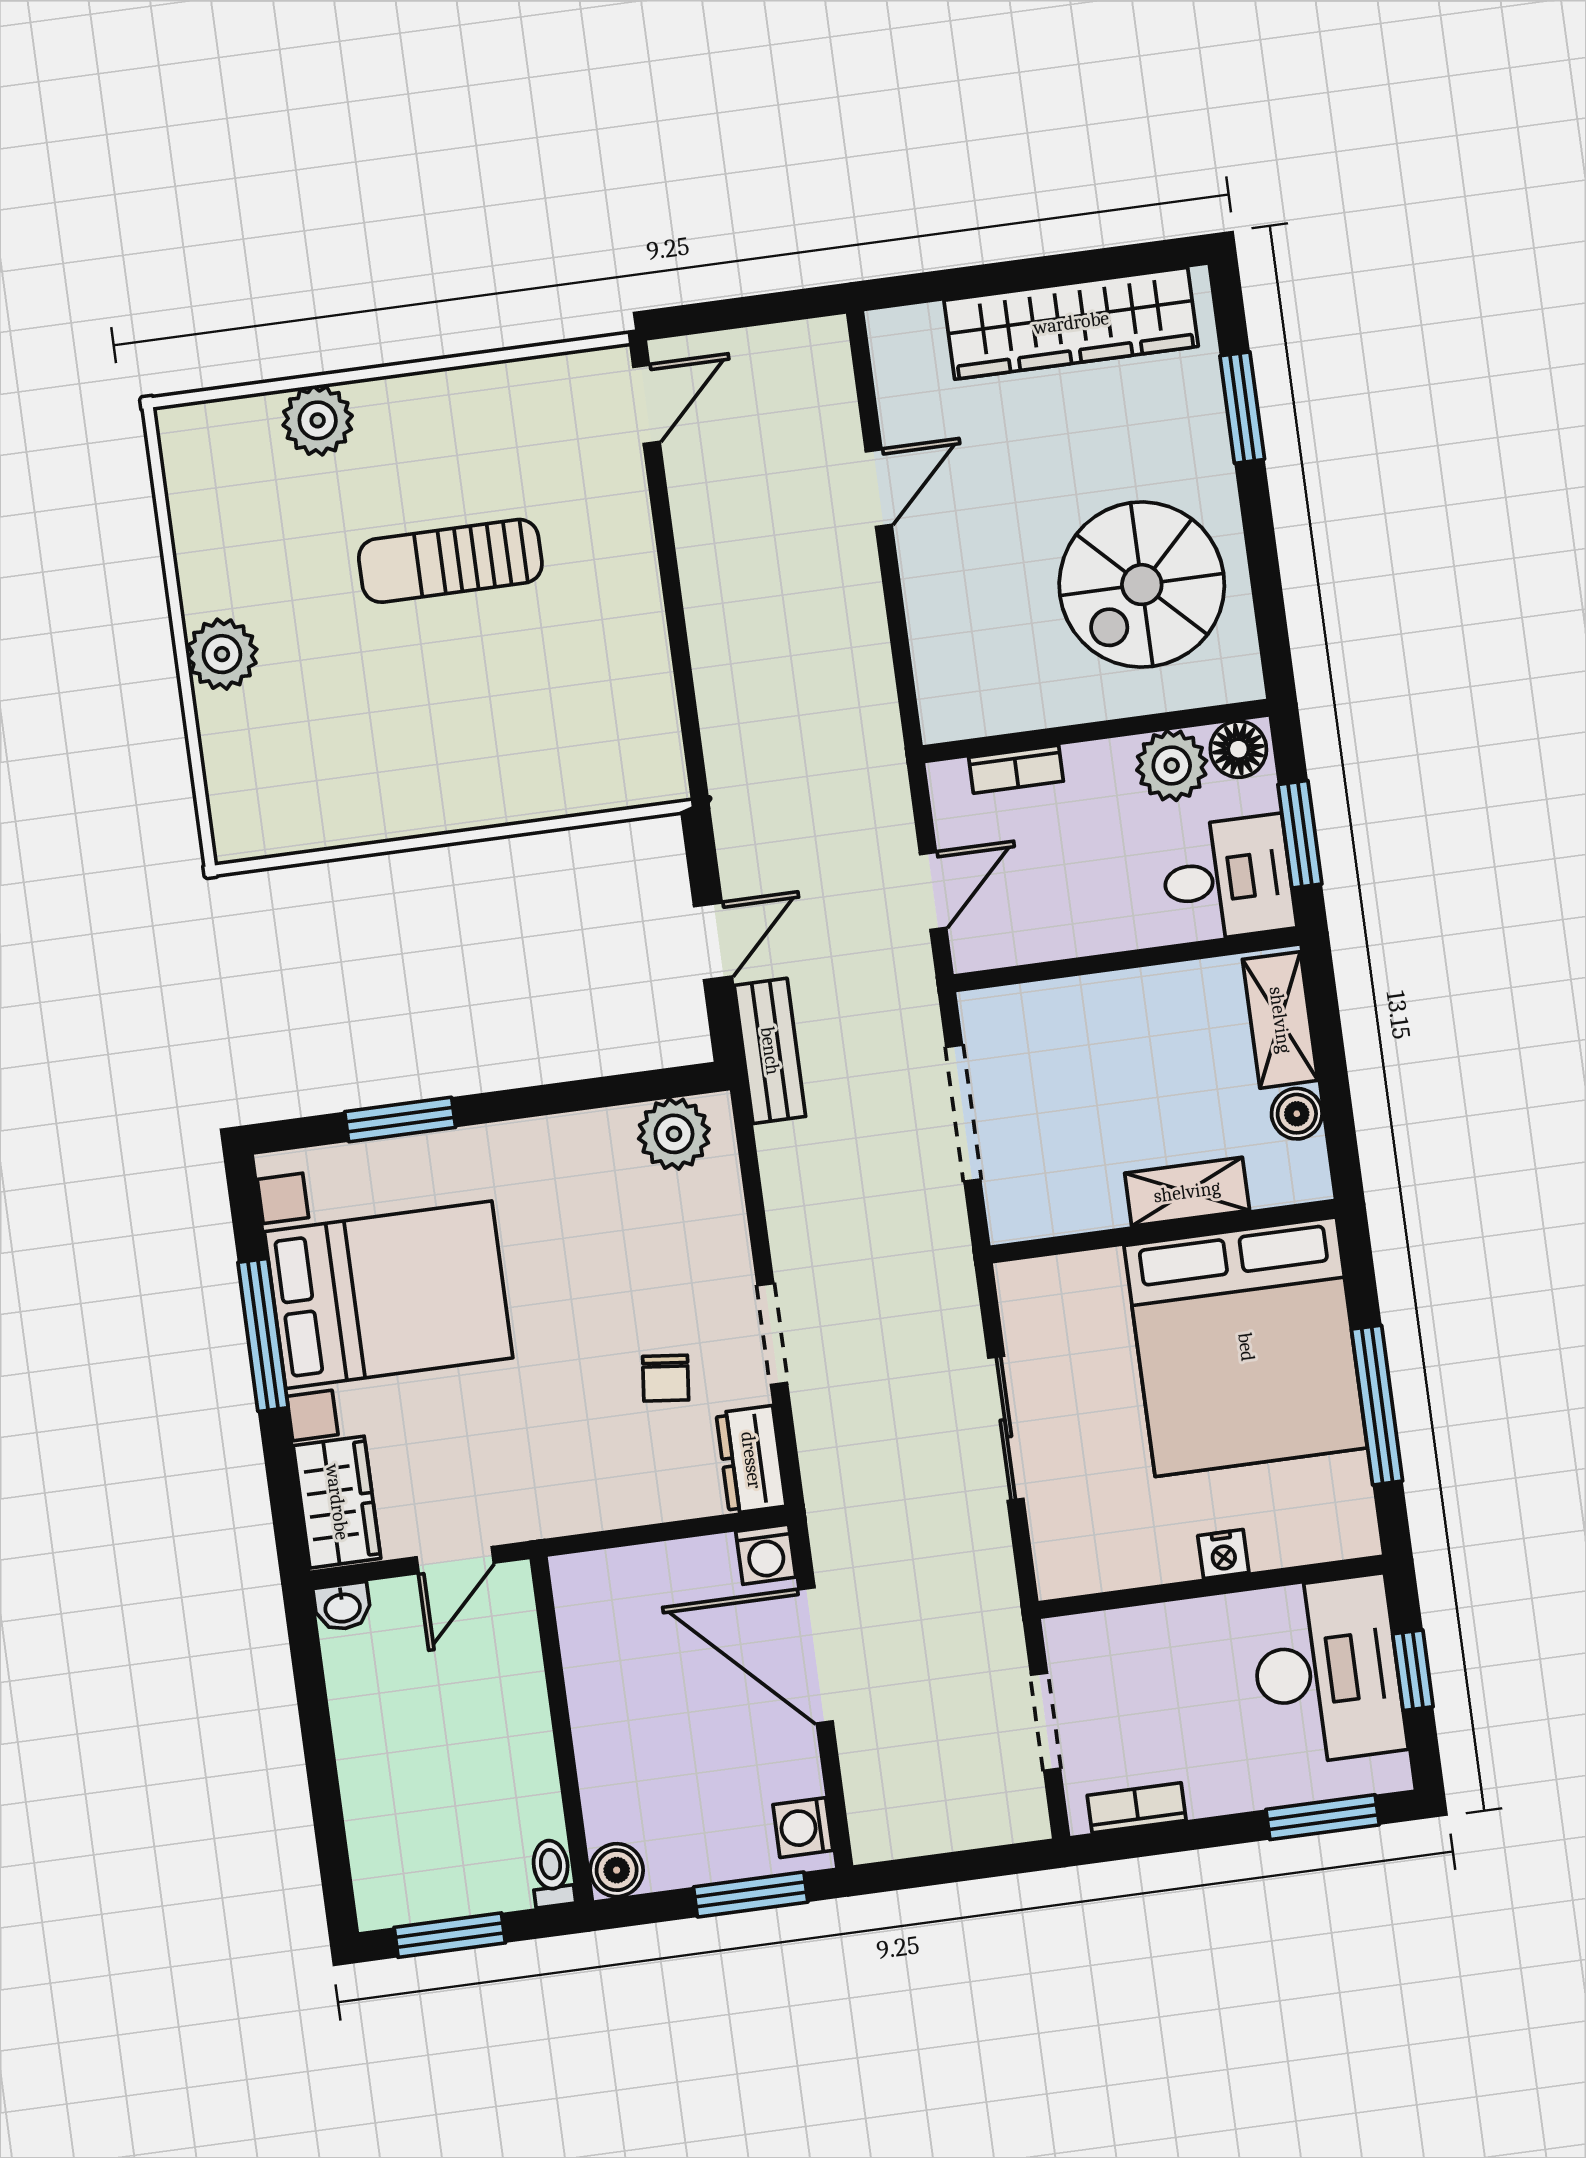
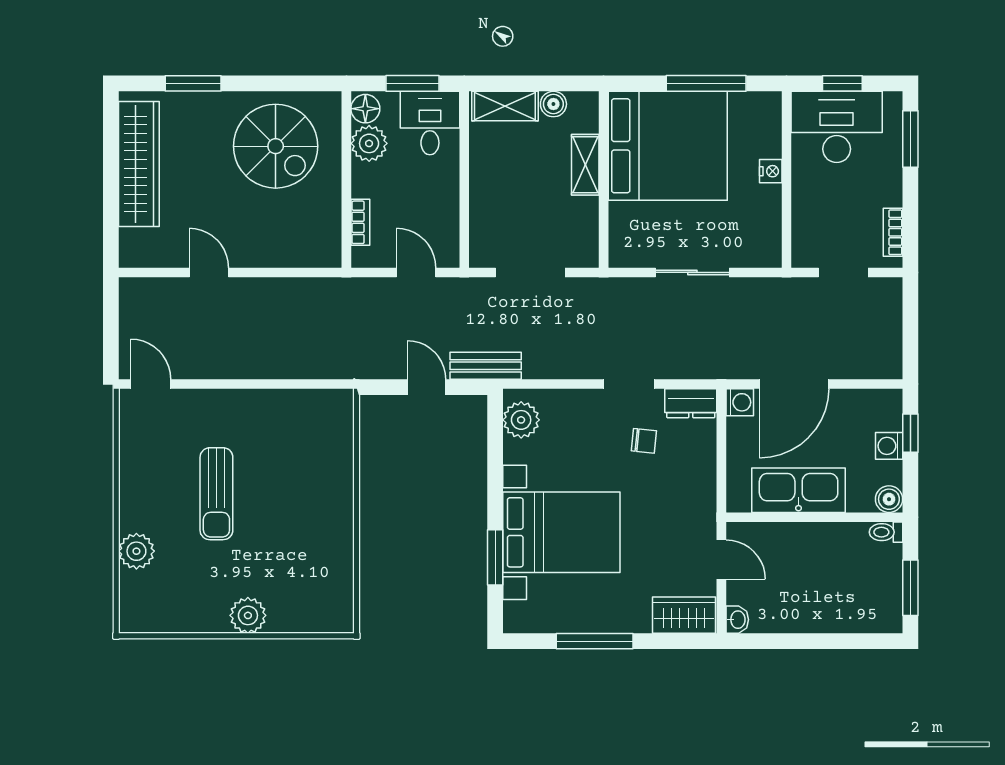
bed with nightstands: (389, 1295) -> (561, 532), moved, turned 90
kitchen sink: (610, 1692) -> (799, 490), added
washing machine: (803, 1828) -> (889, 446), moved, turned 90
window: (751, 1894) -> (910, 433), width x0.67

